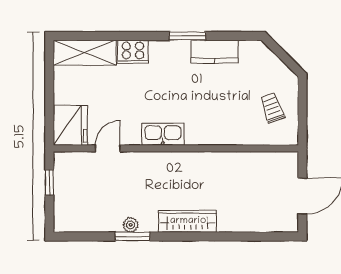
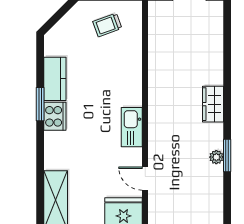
cooker: (133, 52) -> (55, 116), moved
wardrobe: (188, 221) -> (213, 104), width x0.67

